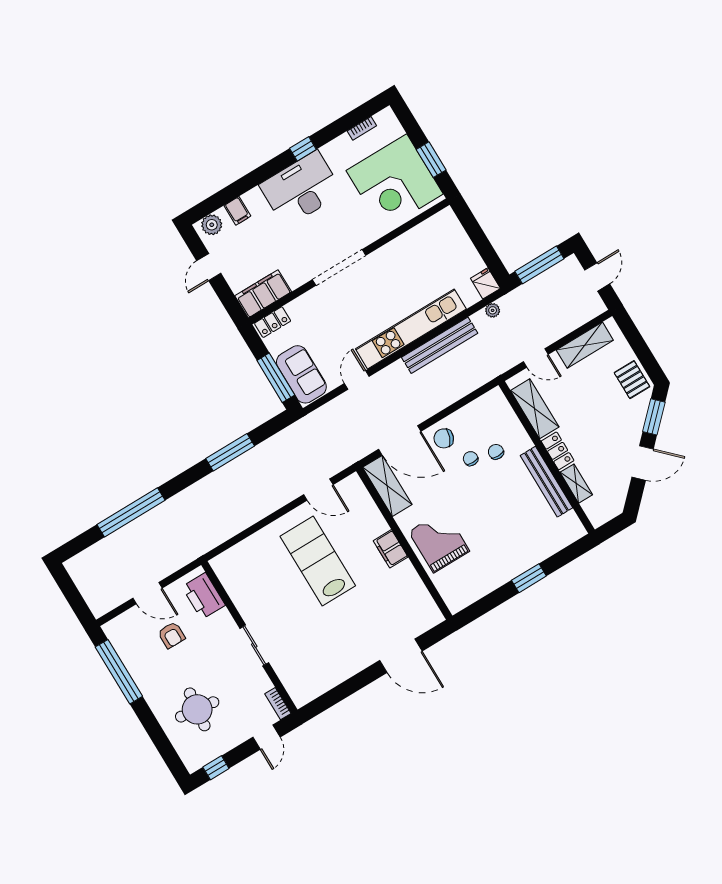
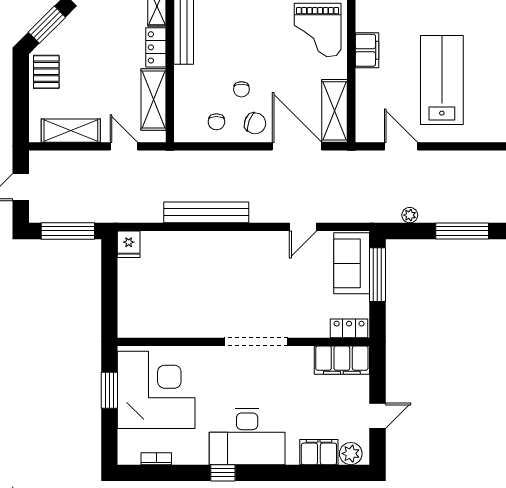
filing cabinet: (237, 211) -> (319, 452), width x2.00
plant: (493, 310) -> (410, 215), moved
kitchen unit: (411, 329) -> (224, 244), removed
chair: (496, 452) -> (216, 122), moved
lab bench: (318, 561) -> (442, 80), turned 180

